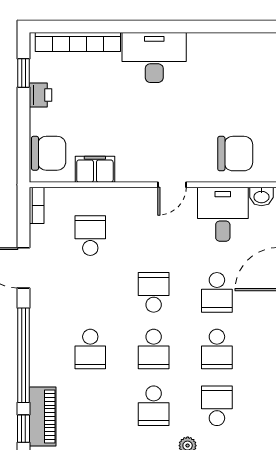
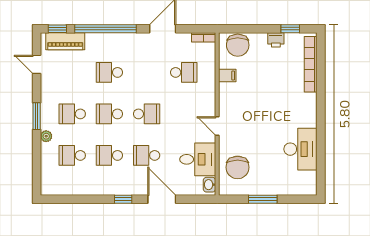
desk: (154, 58) -> (300, 149), moved
filing cabinet: (95, 169) -> (227, 76), width x0.50
school desk: (217, 406) -> (72, 155), turned 180

